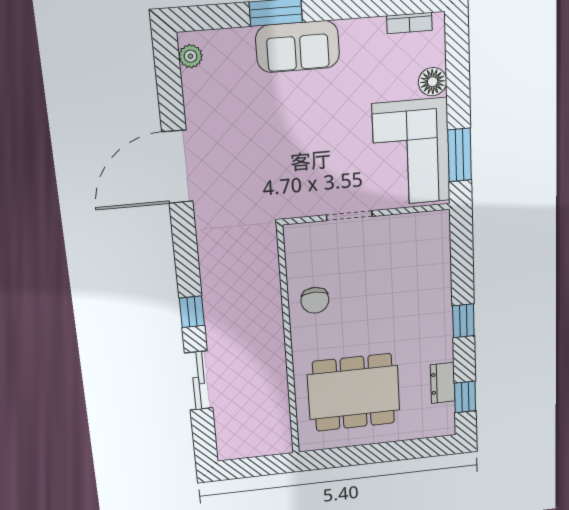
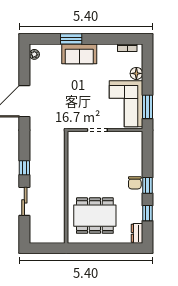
chair: (315, 300) -> (135, 183), moved
dresser: (443, 383) -> (137, 233), moved
window: (465, 397) -> (147, 213), moved

